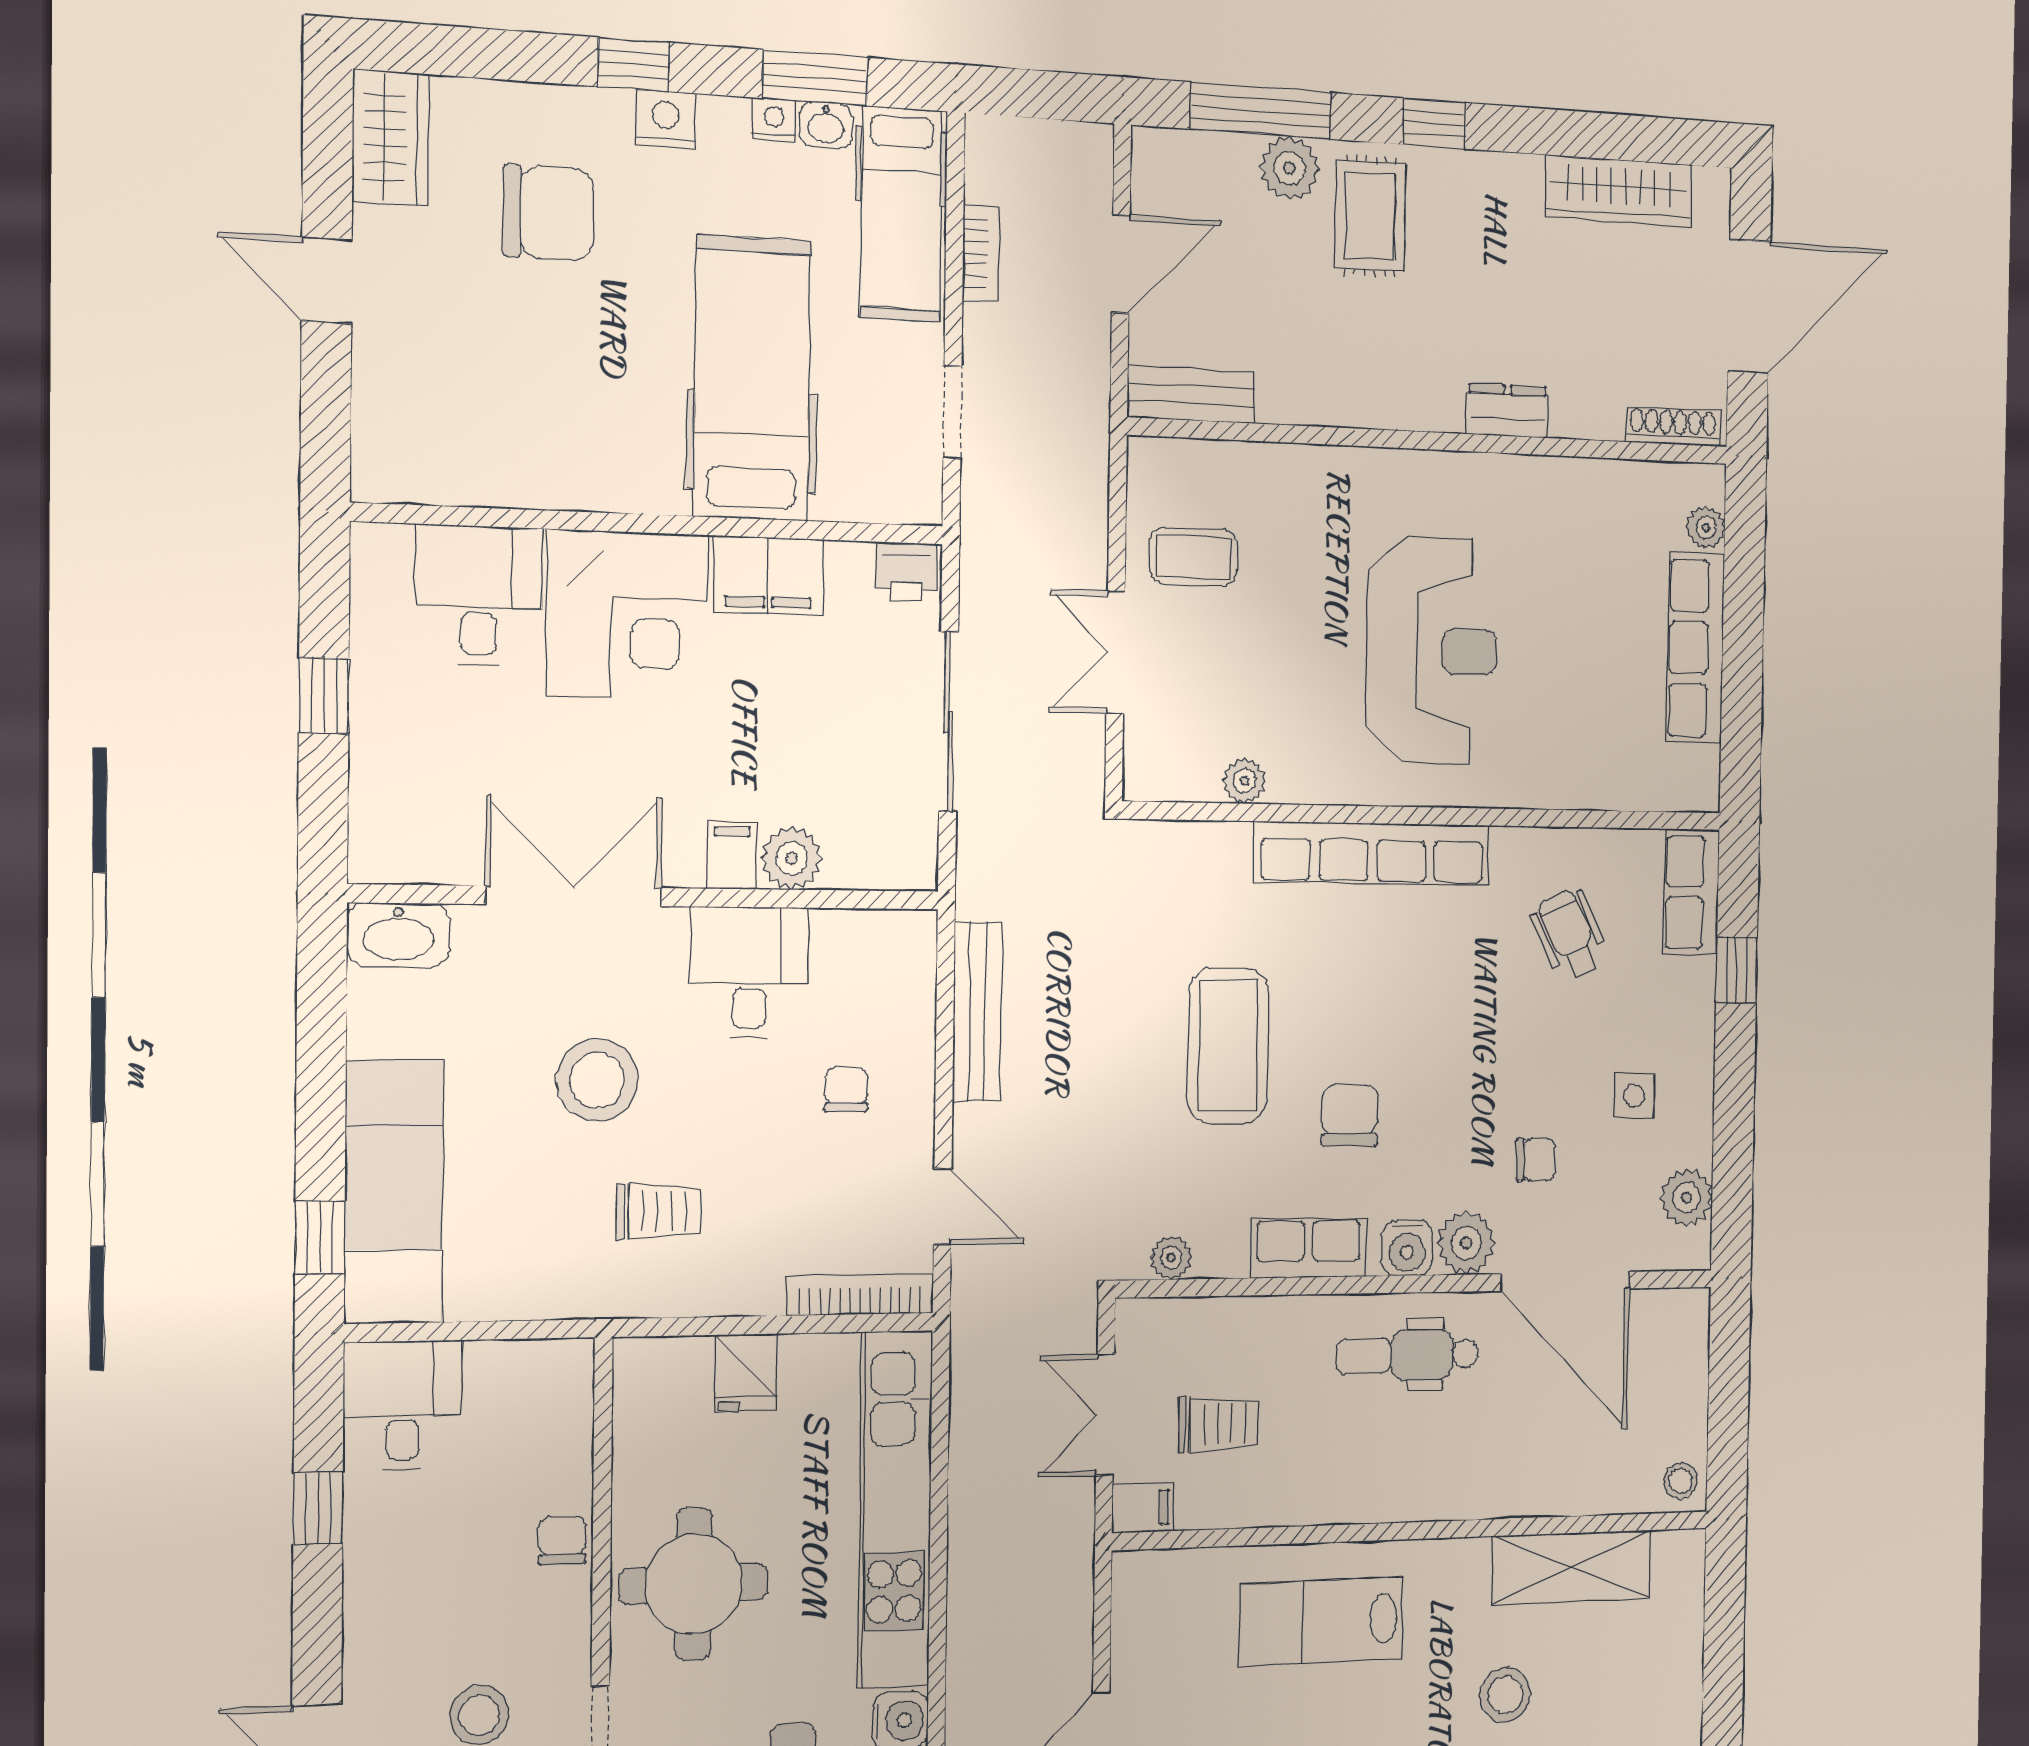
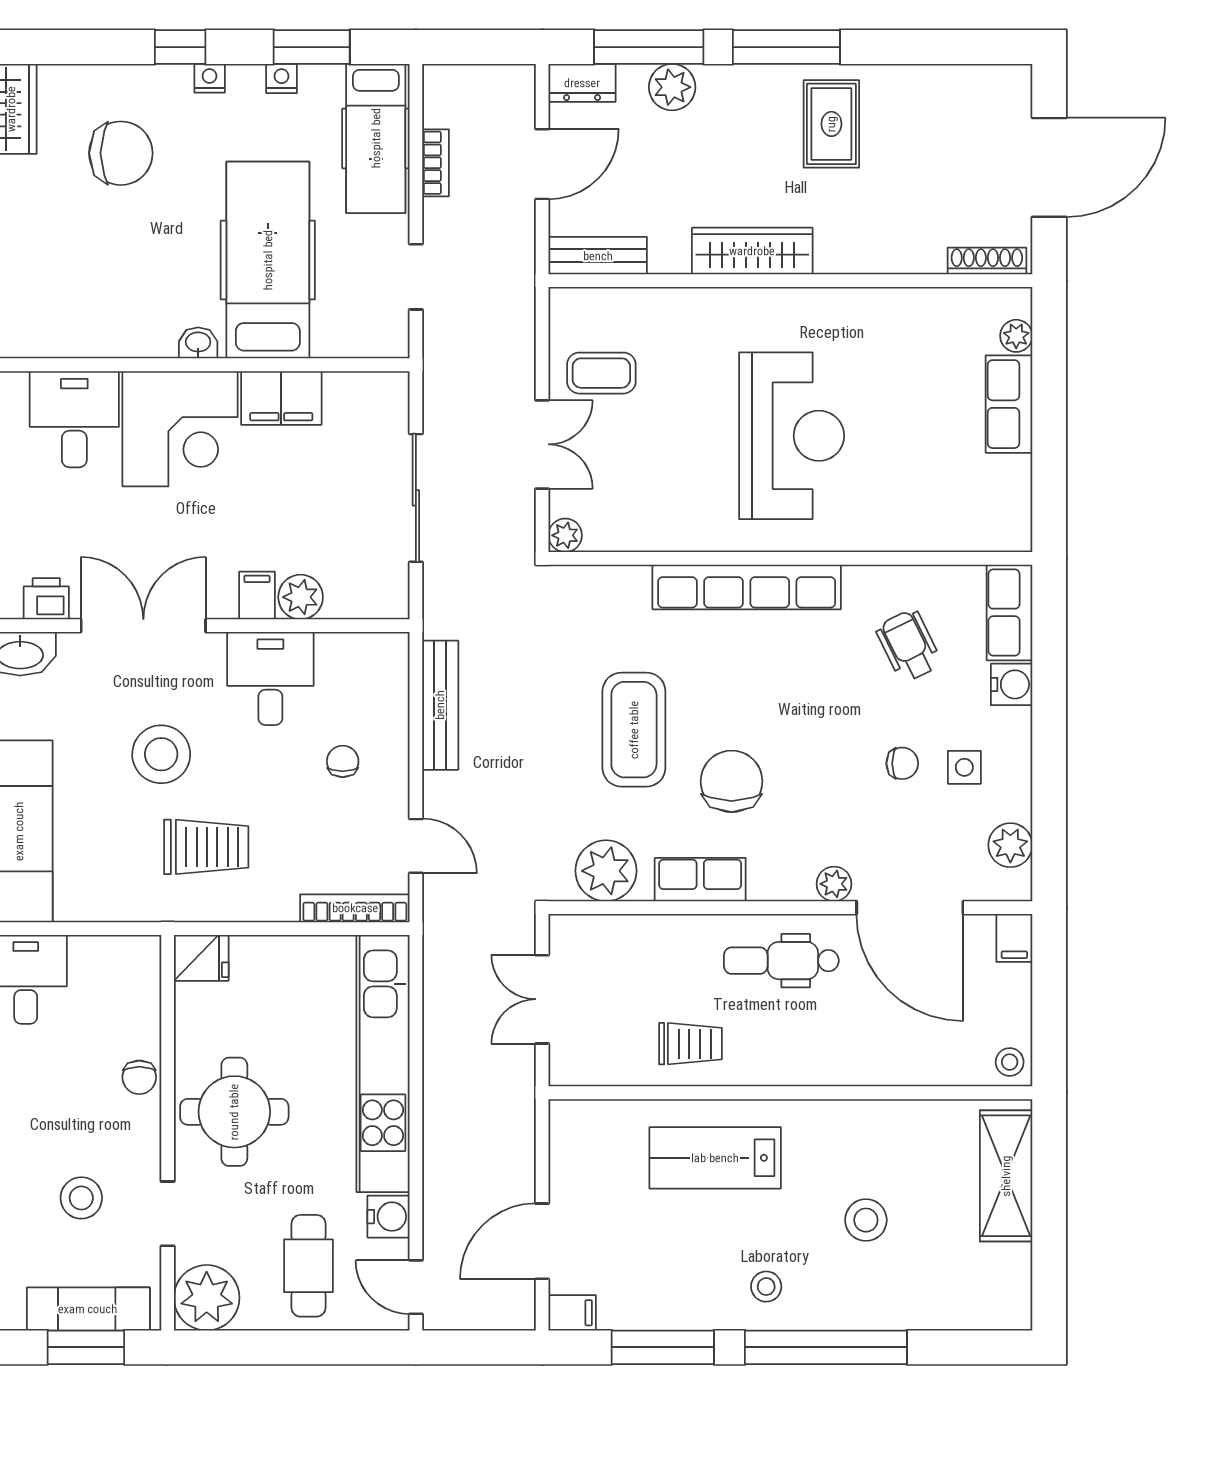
nightstand: (666, 119) -> (210, 78), width x0.72, depth x0.74
window: (1434, 124) -> (786, 47), width x2.17
washbasin: (826, 125) -> (198, 343), moved, turned 180
wardrobe: (1619, 191) -> (752, 251), moved, turned 180
rug: (1370, 216) -> (831, 124), moved
dresser: (1507, 411) -> (582, 83), moved, turned 180
printer: (906, 572) -> (46, 599), moved, turned 180
row of seats: (1695, 648) -> (1009, 404), width x0.68
double door: (1116, 652) -> (542, 444), swing flipped
plant: (1245, 781) -> (565, 535), moved
window: (1737, 970) -> (1049, 672), removed
chair: (1350, 1115) -> (732, 781), width x1.37, depth x1.37
chair: (1536, 1160) -> (902, 763), moved
trolley: (659, 1211) -> (206, 847), width x1.36, depth x1.39
plant: (1466, 1243) -> (834, 884), width x0.73, depth x0.73
water cooler: (1407, 1248) -> (1012, 684), moved, turned -90
plant: (1171, 1258) -> (606, 871), width x1.88, depth x1.88
fridge: (746, 1373) -> (201, 958), moved, turned -90
trolley: (1219, 1424) -> (690, 1044), moved
filing cabinet: (1143, 1508) -> (1014, 938), moved, turned 90
chair: (562, 1540) -> (139, 1077), turned 180
shelving: (1571, 1567) -> (1006, 1176), moved, turned 90

